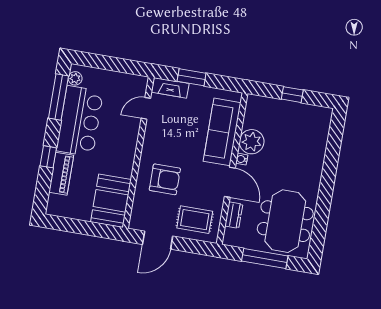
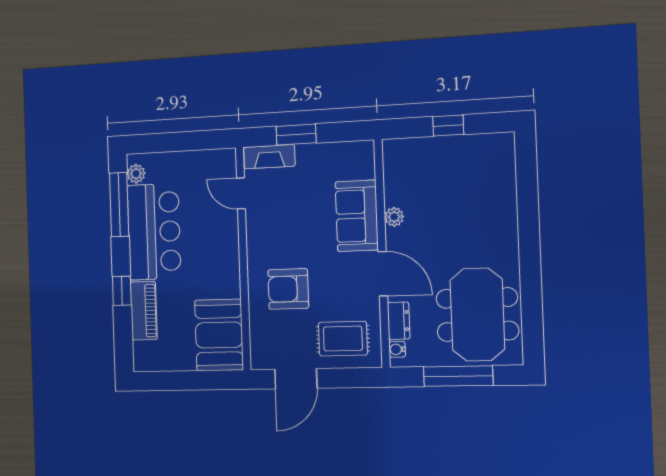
door: (146, 108) -> (241, 193), hinge flipped
sofa: (222, 132) -> (357, 216), width x0.73
plant: (252, 142) -> (394, 217), width x0.53, depth x0.53
water cooler: (242, 159) -> (397, 349), moved
armchair: (165, 179) -> (288, 289), turned 180

